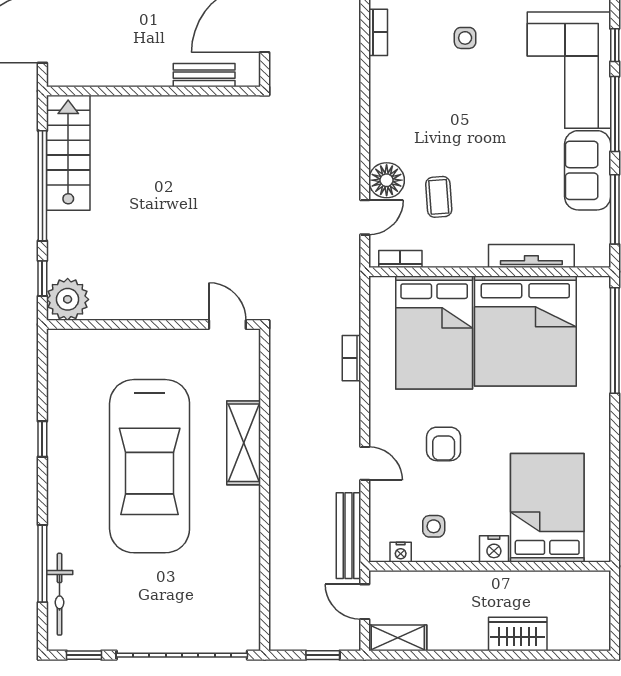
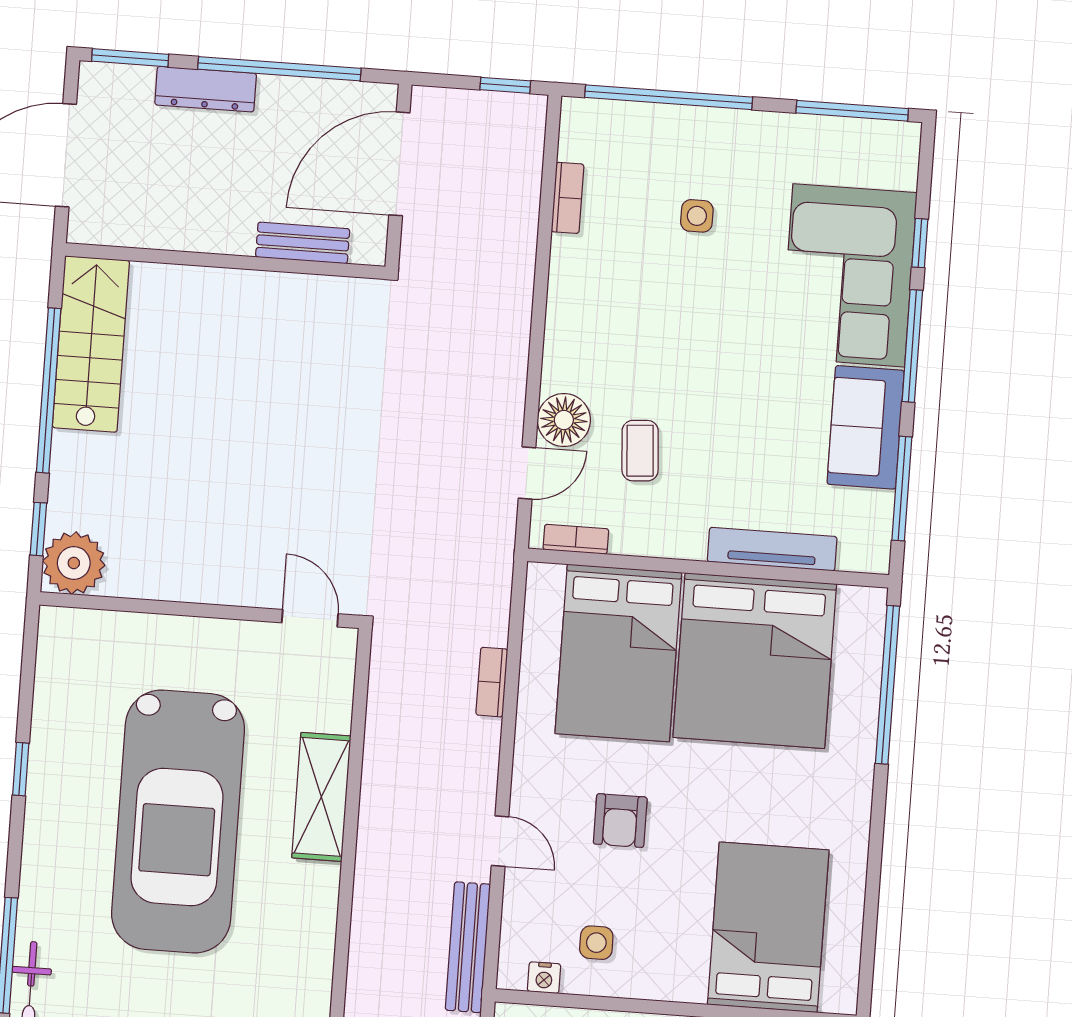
nightstand: (494, 549) -> (684, 983), removed

